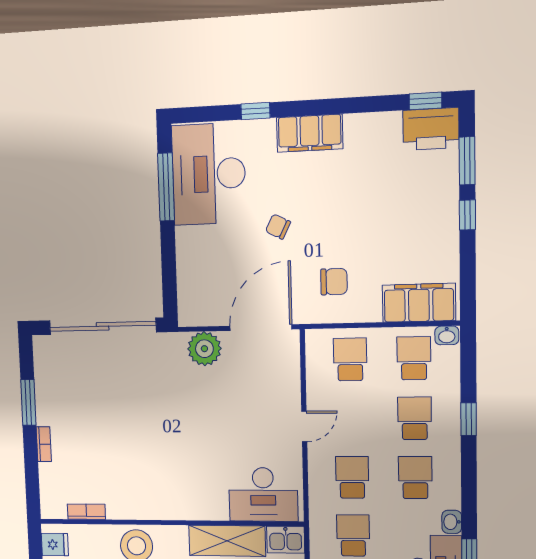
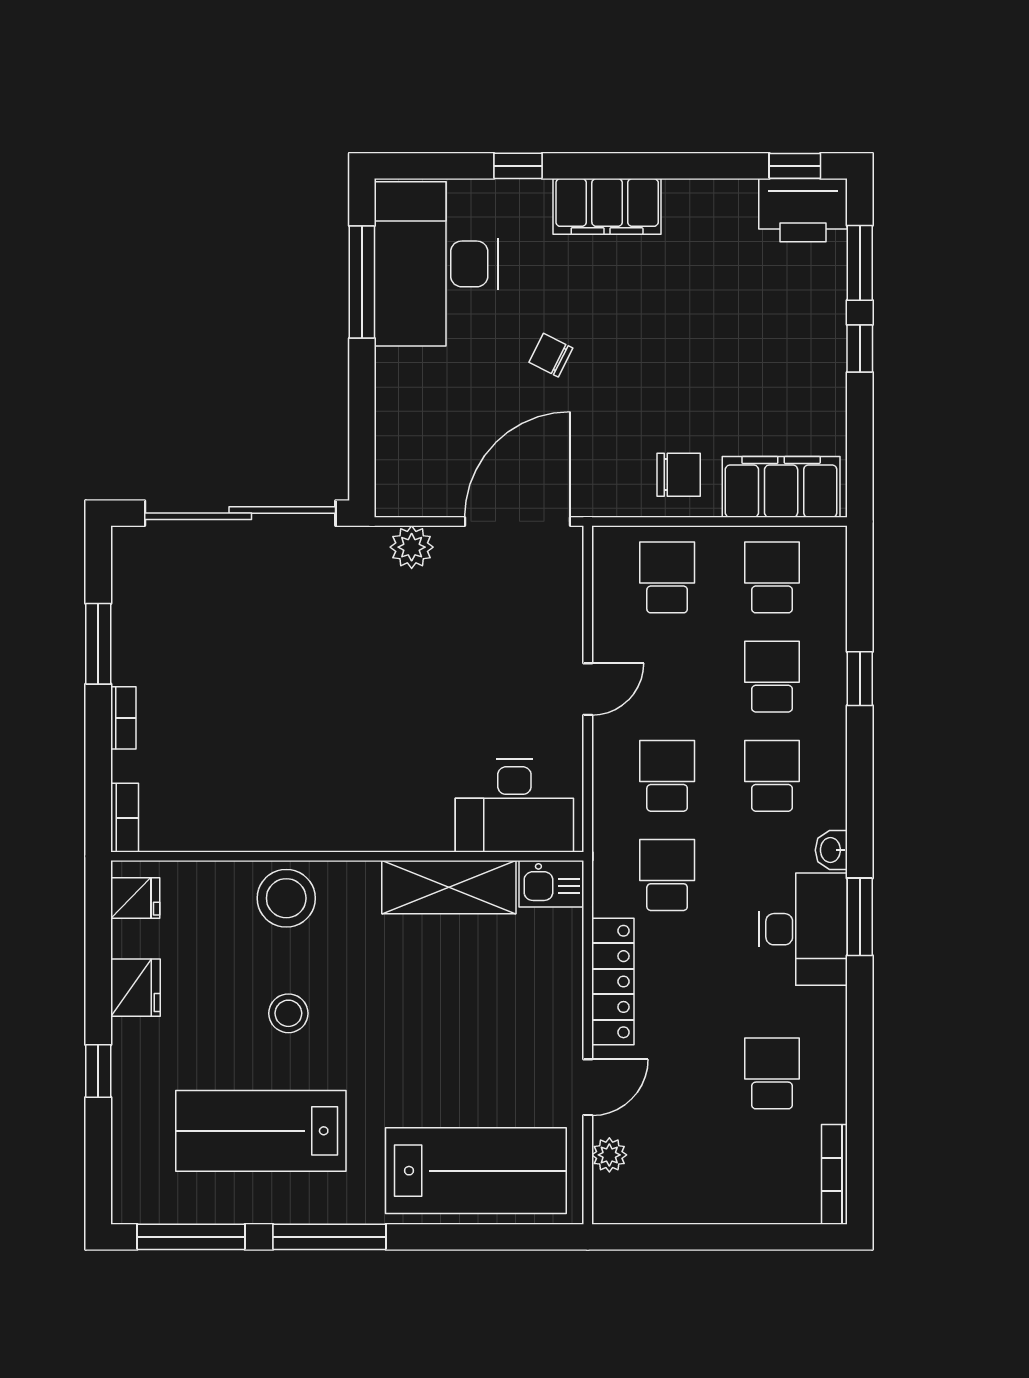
chair: (334, 282) -> (679, 475), moved
washbasin: (447, 335) -> (826, 541), removed
plant: (204, 349) -> (412, 547), width x0.73, depth x0.73
bookcase: (86, 512) -> (125, 818), moved, turned 90

